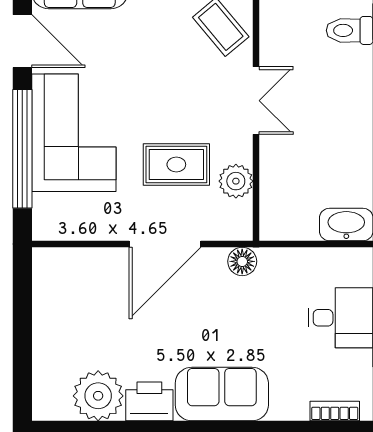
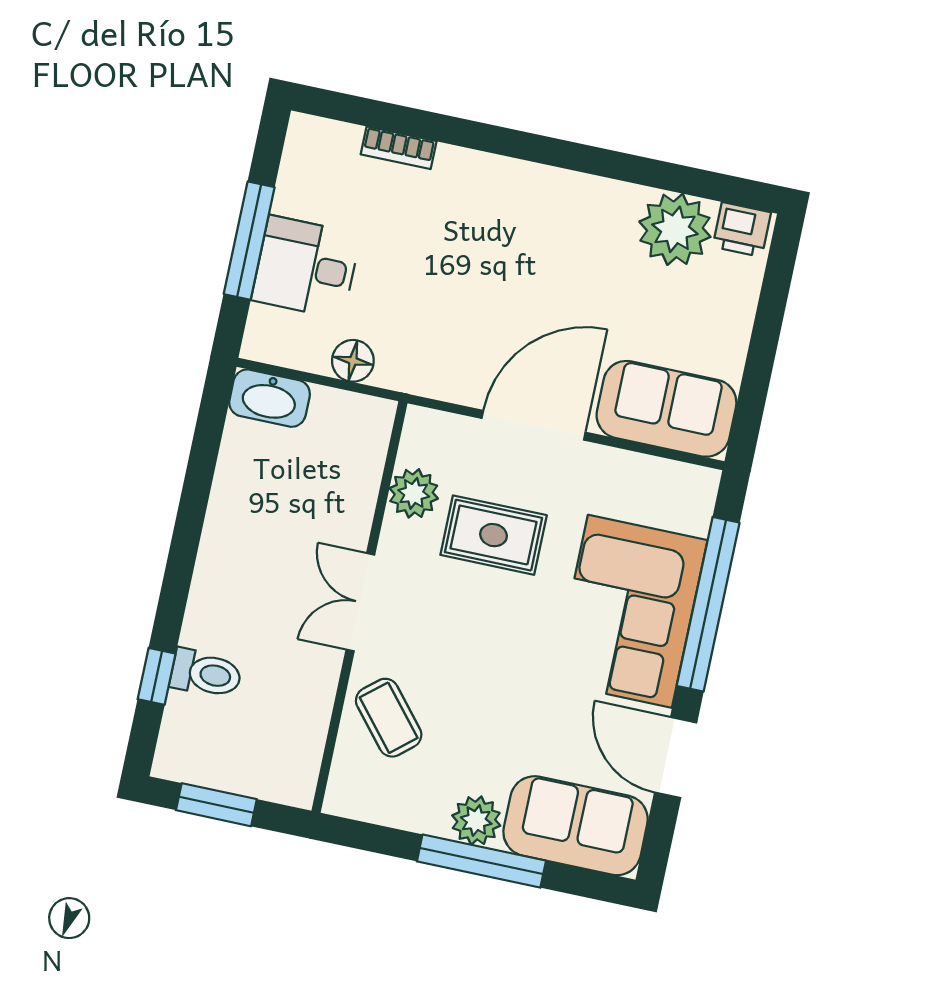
floor lamp: (242, 261) -> (353, 361), moved
sofa: (222, 394) -> (666, 409), moved, turned 180
printer: (149, 401) -> (742, 230), moved, width x0.73, depth x0.81
bookcase: (335, 411) -> (399, 148), moved

